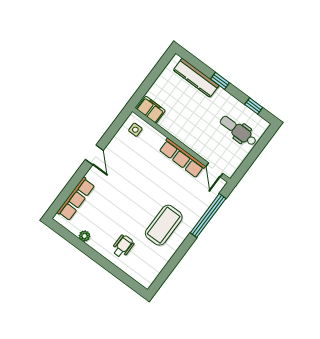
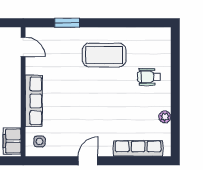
row of seats: (182, 158) -> (34, 101), moved
door: (214, 170) -> (23, 47), hinge flipped
window: (208, 216) -> (67, 23), width x0.47

